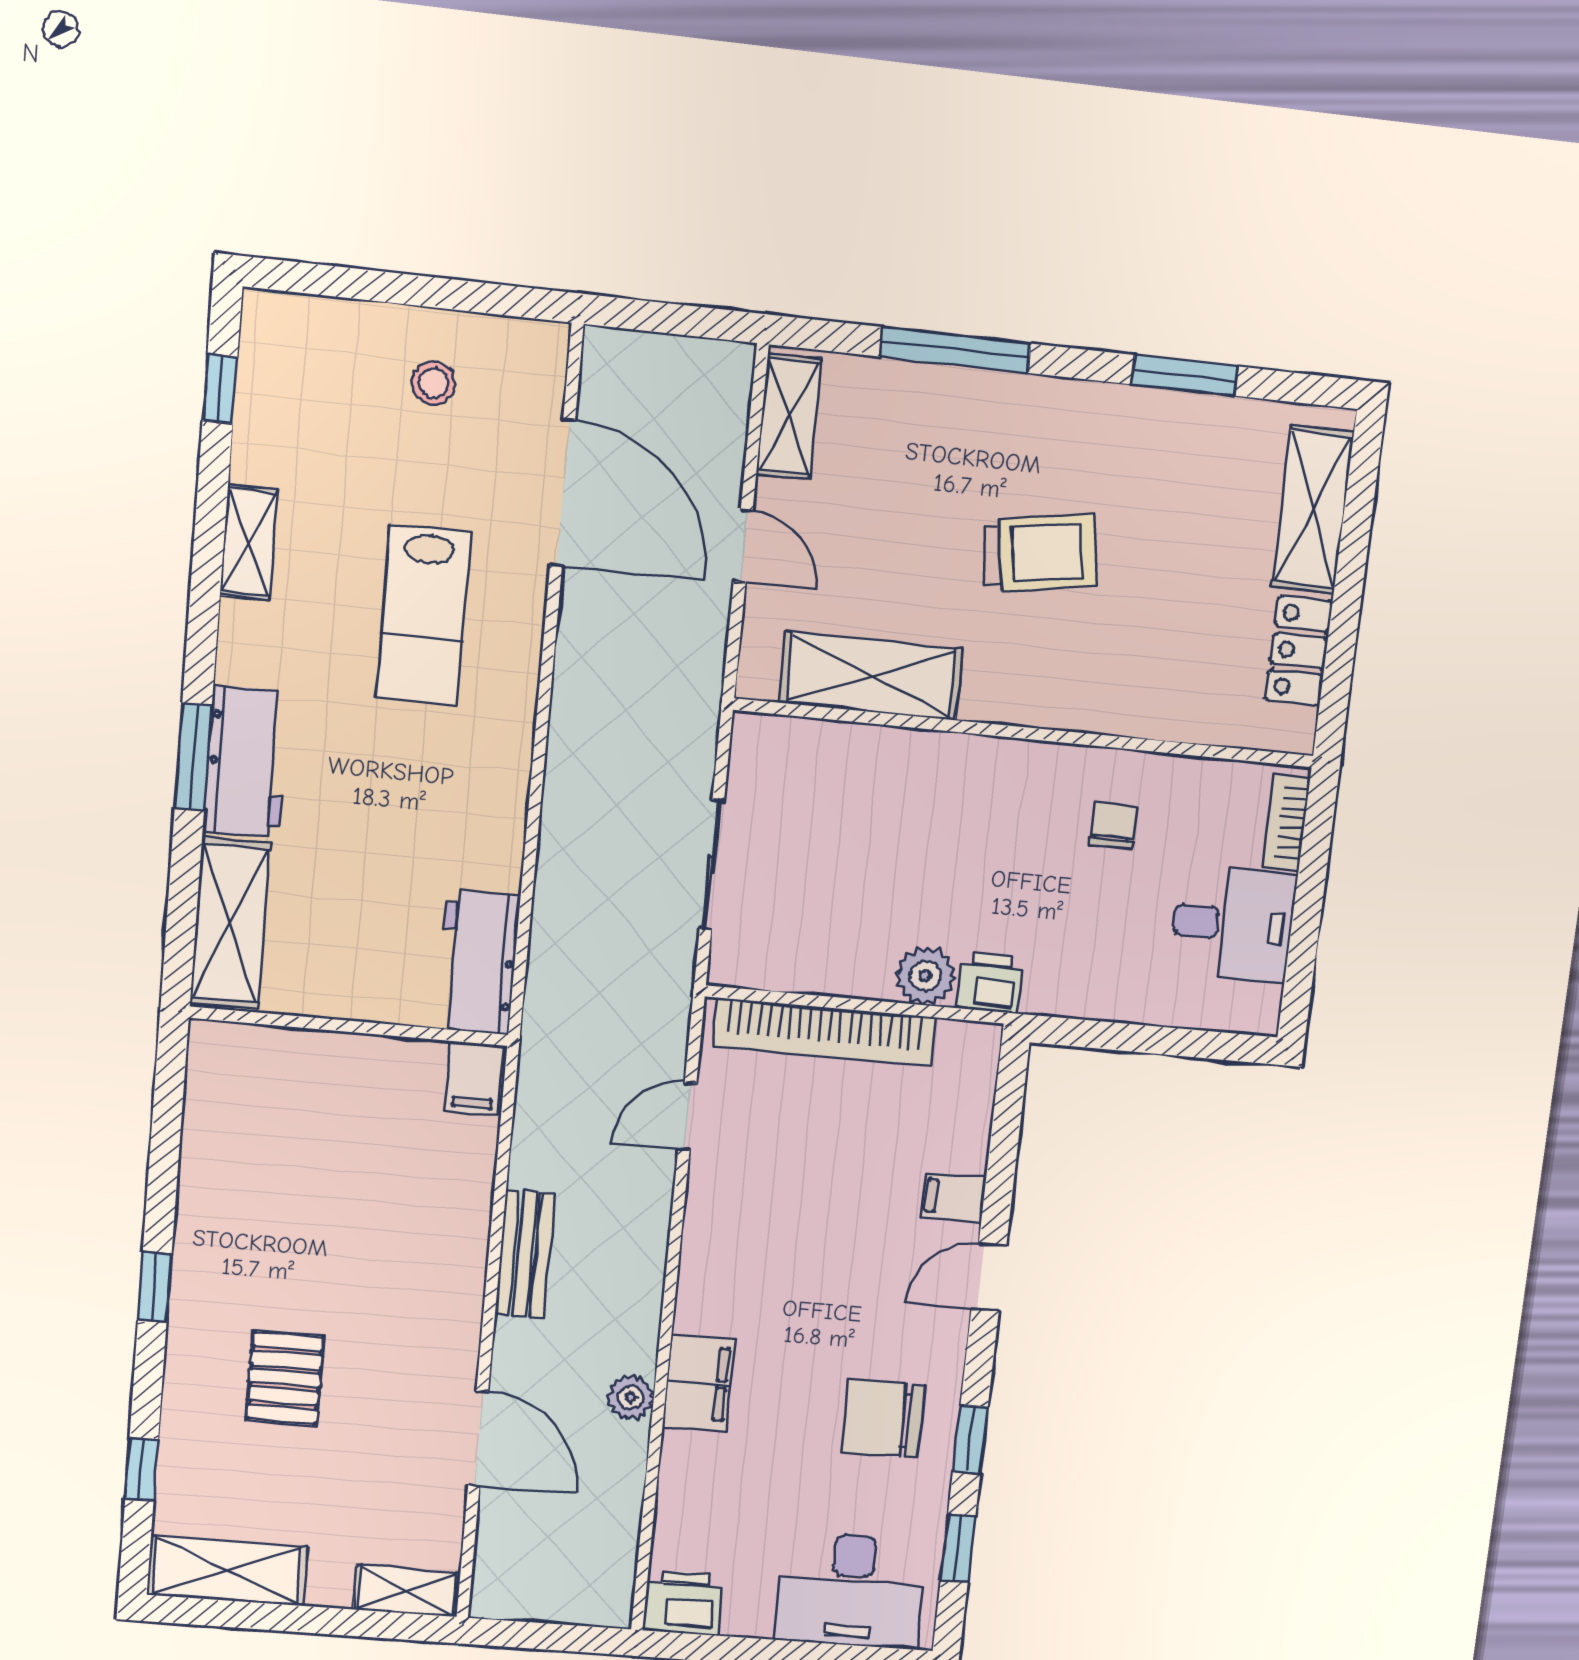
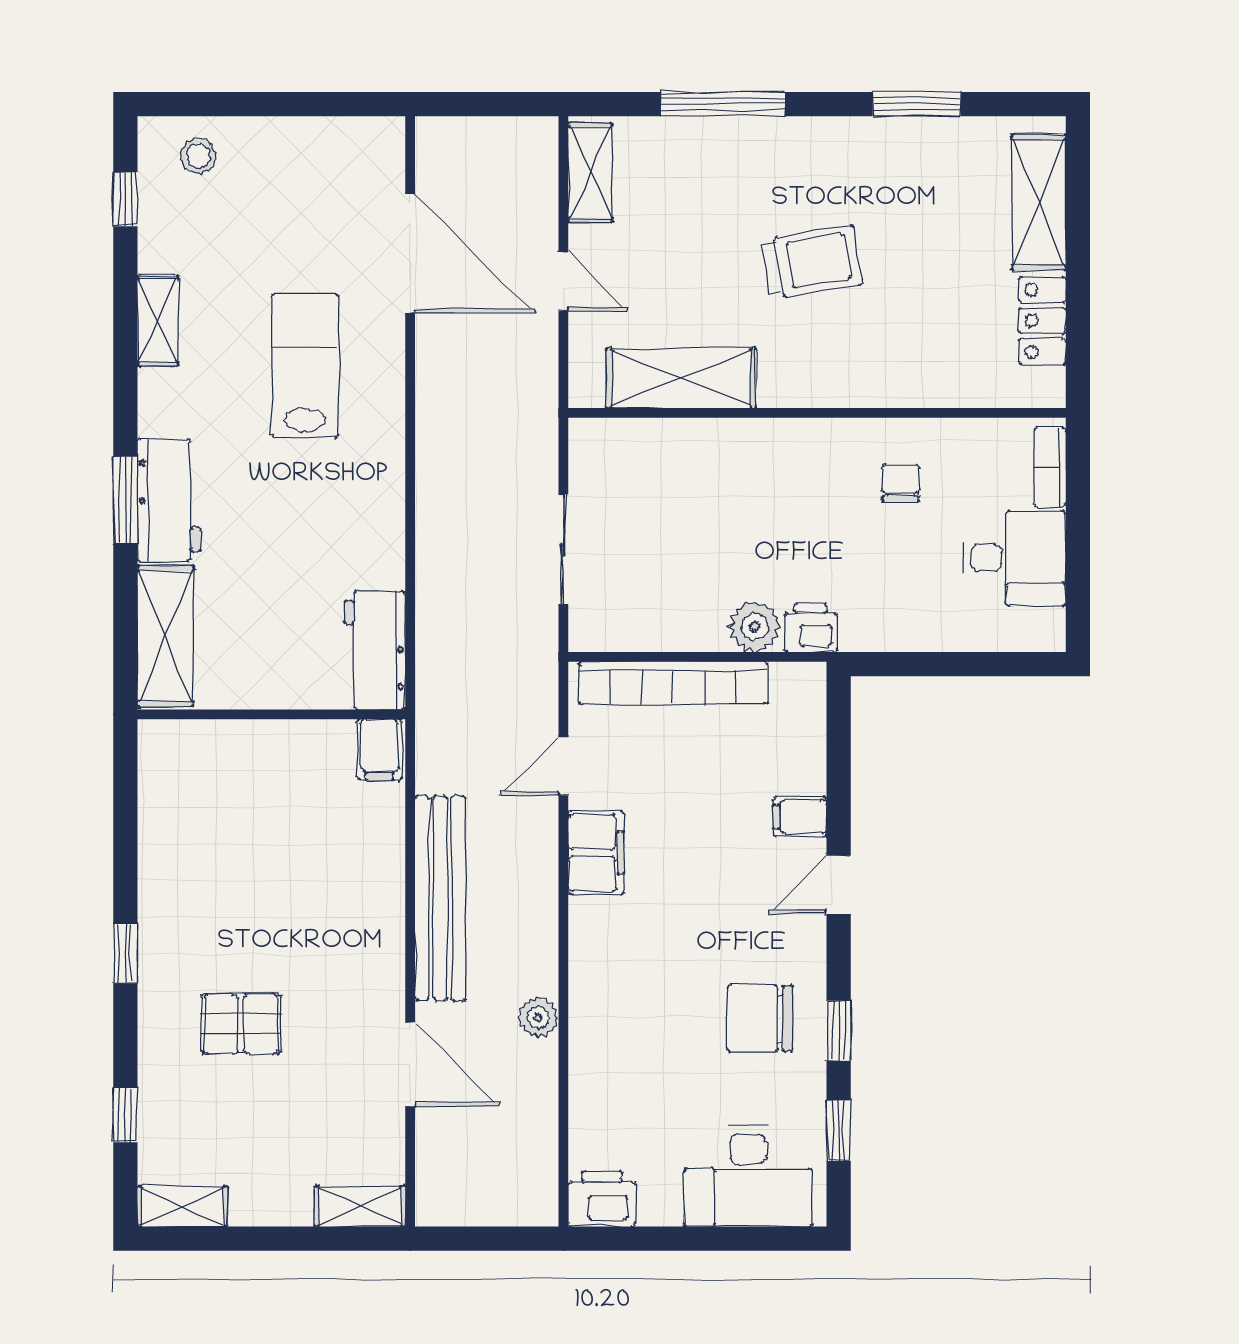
stool: (433, 383) -> (198, 156), moved
lab bench: (424, 615) -> (305, 365), turned 180
bench: (525, 1254) -> (440, 898), width x1.86, depth x1.21
pallet: (285, 1378) -> (241, 1024), turned 90
filing cabinet: (699, 1383) -> (596, 853), moved
shelving: (227, 1571) -> (182, 1206), width x0.67, depth x0.75

